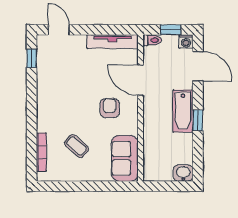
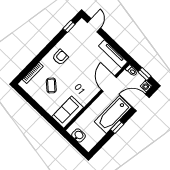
door: (198, 66) -> (141, 102), swing flipped
armchair: (110, 108) -> (60, 57), moved
bathtub: (183, 111) -> (113, 114), width x1.36, depth x1.36
washbasin: (183, 173) -> (78, 136), moved

